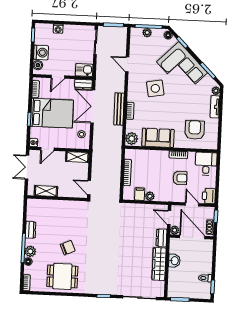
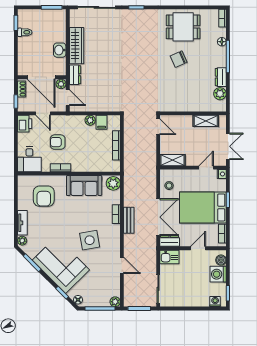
washing machine: (58, 29) -> (215, 302), moved
plant: (147, 33) -> (115, 302), moved
bench: (119, 109) -> (129, 220), width x0.73
plant: (30, 251) -> (220, 94), moved

